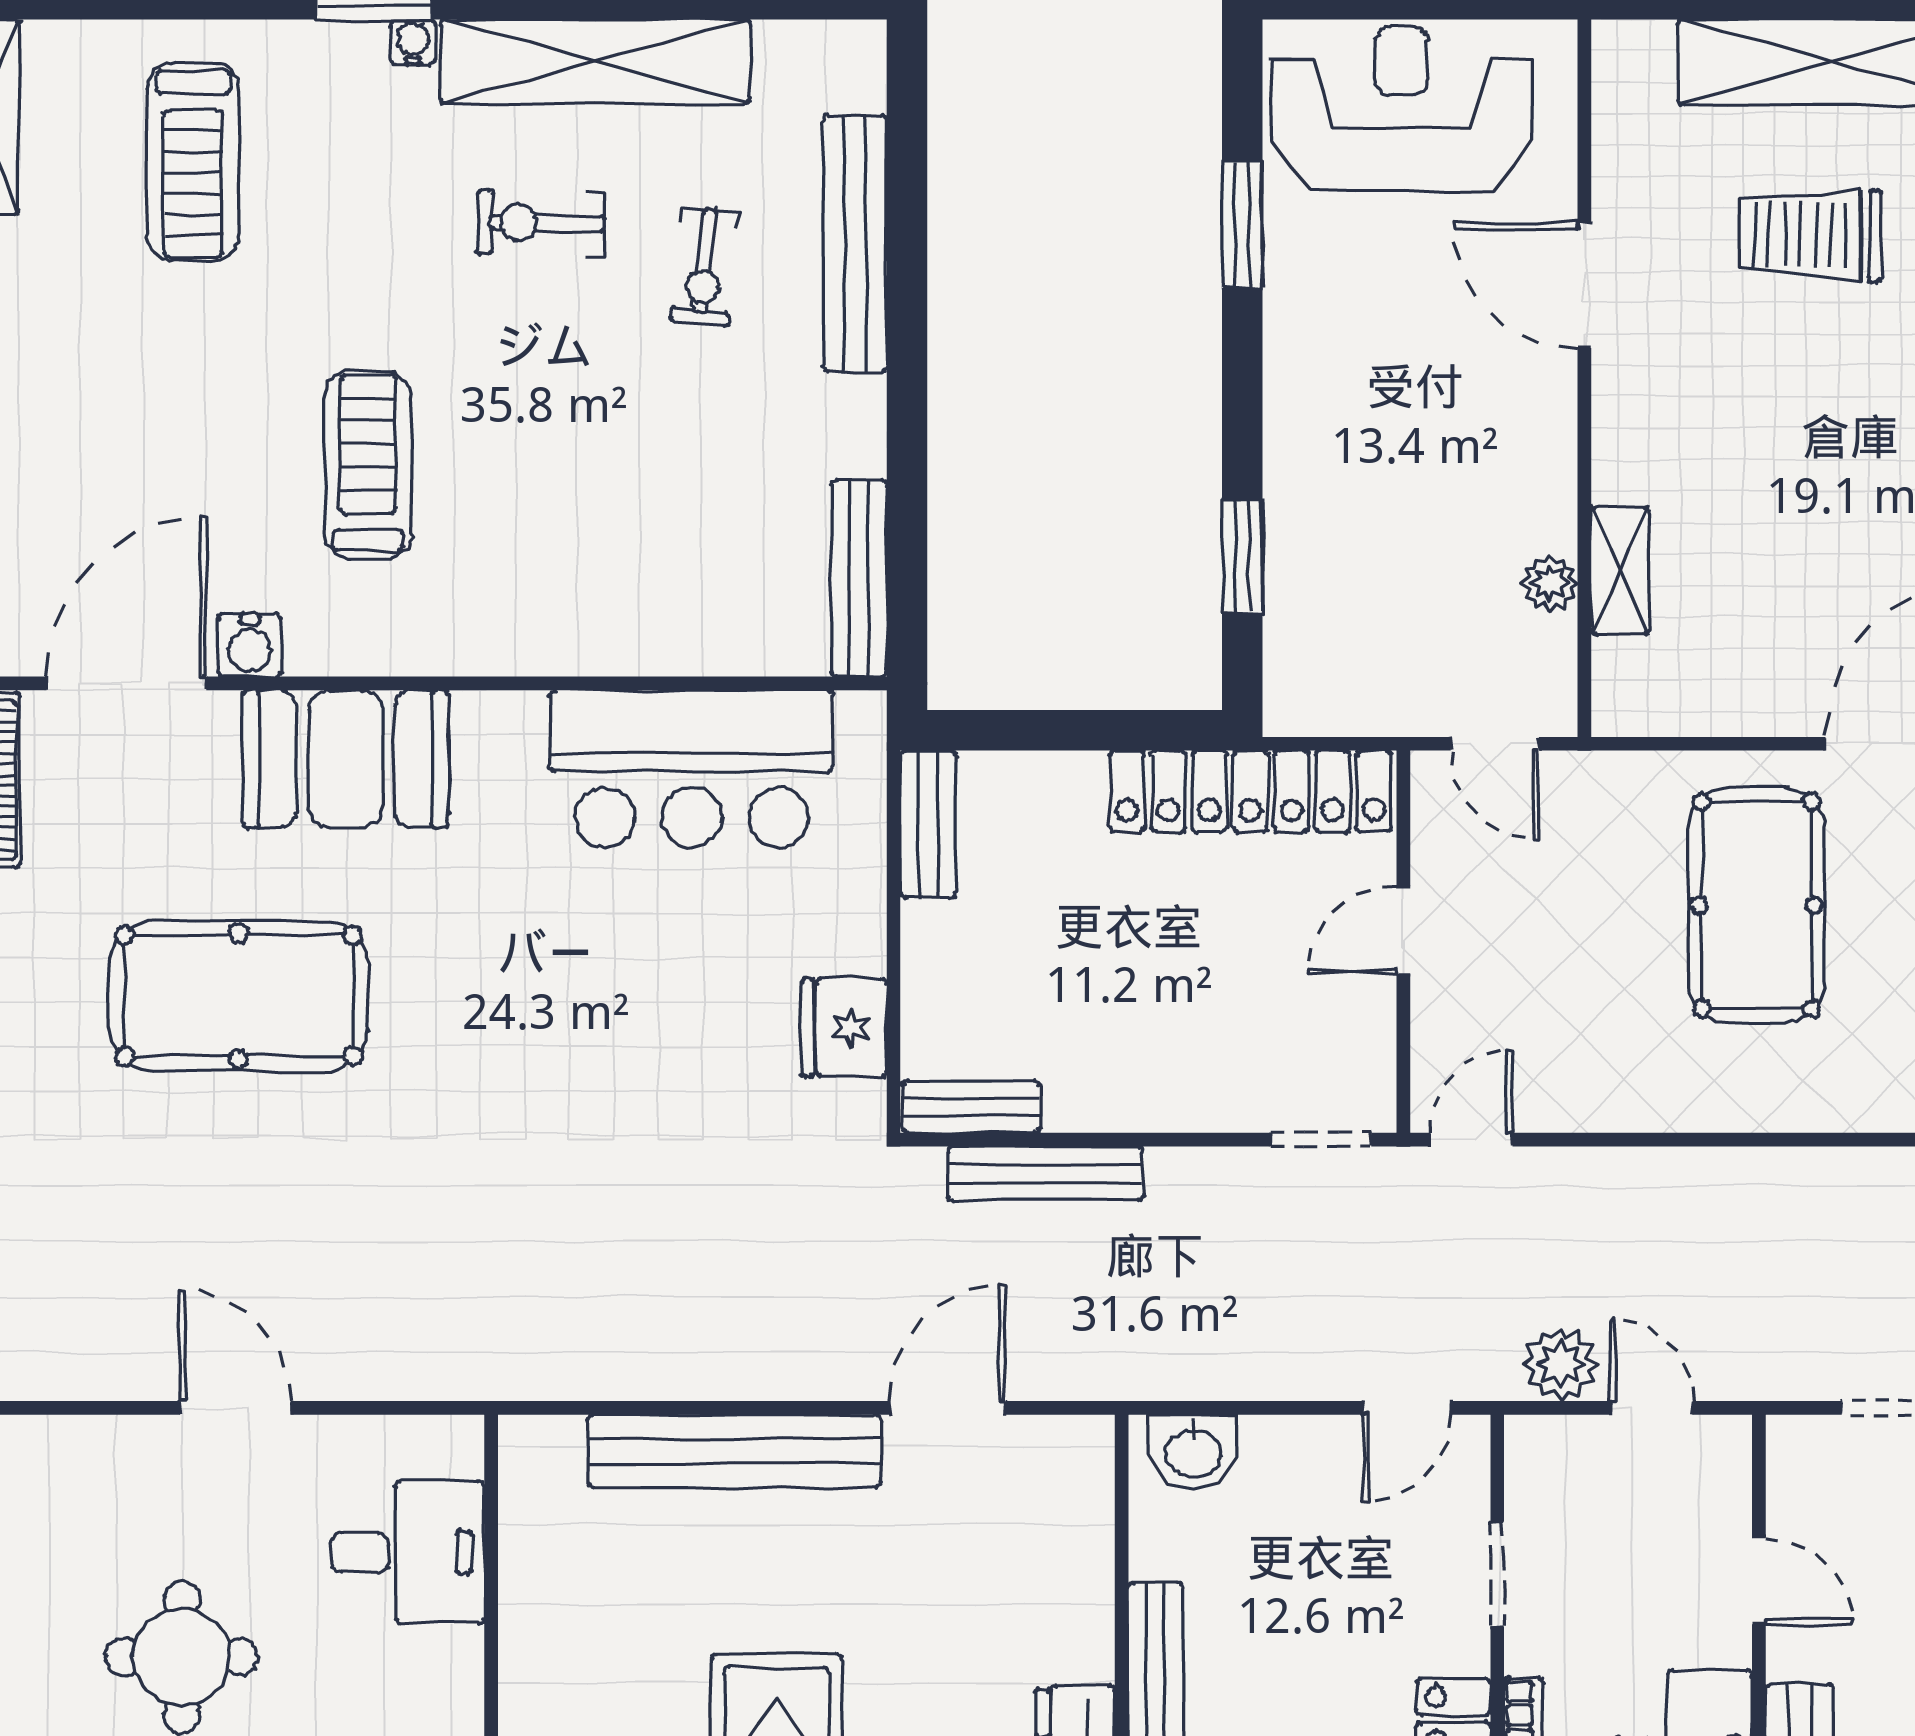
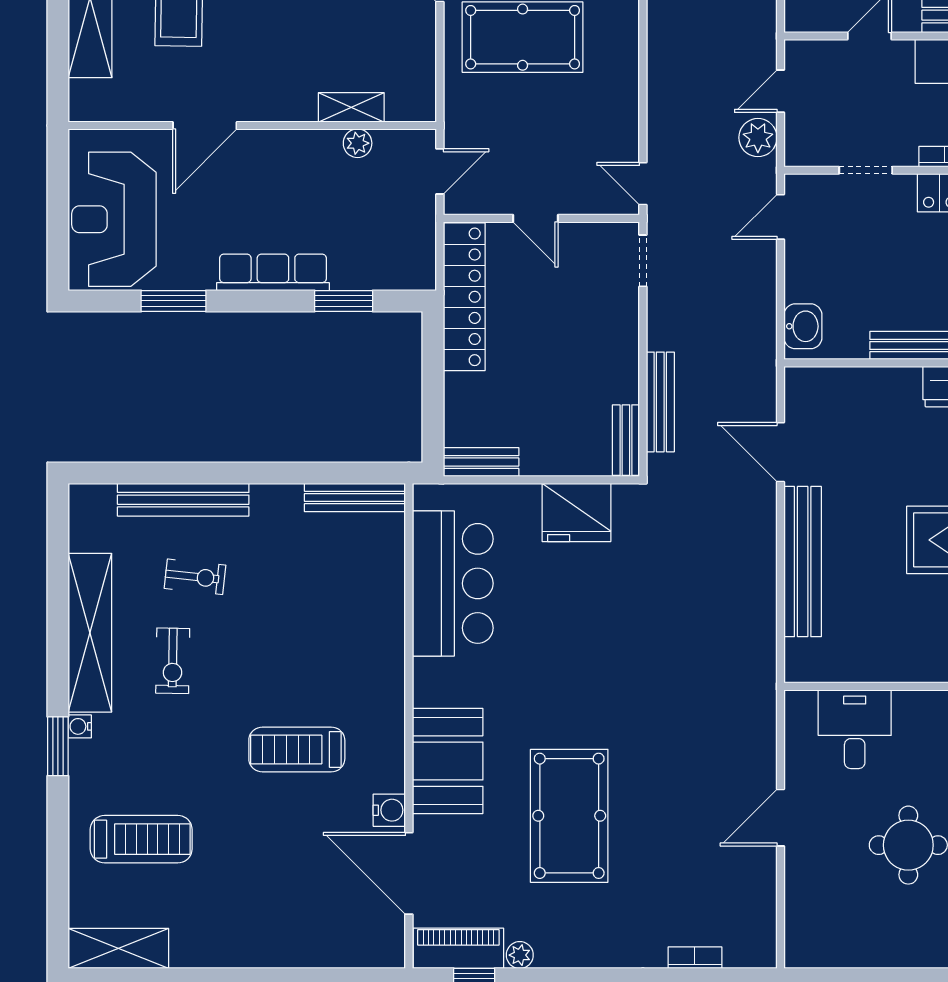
row of seats: (1298, 418) -> (273, 272), added
fridge: (844, 1028) -> (576, 512), width x1.36, depth x1.34
door: (1406, 1408) -> (780, 217), swing flipped

